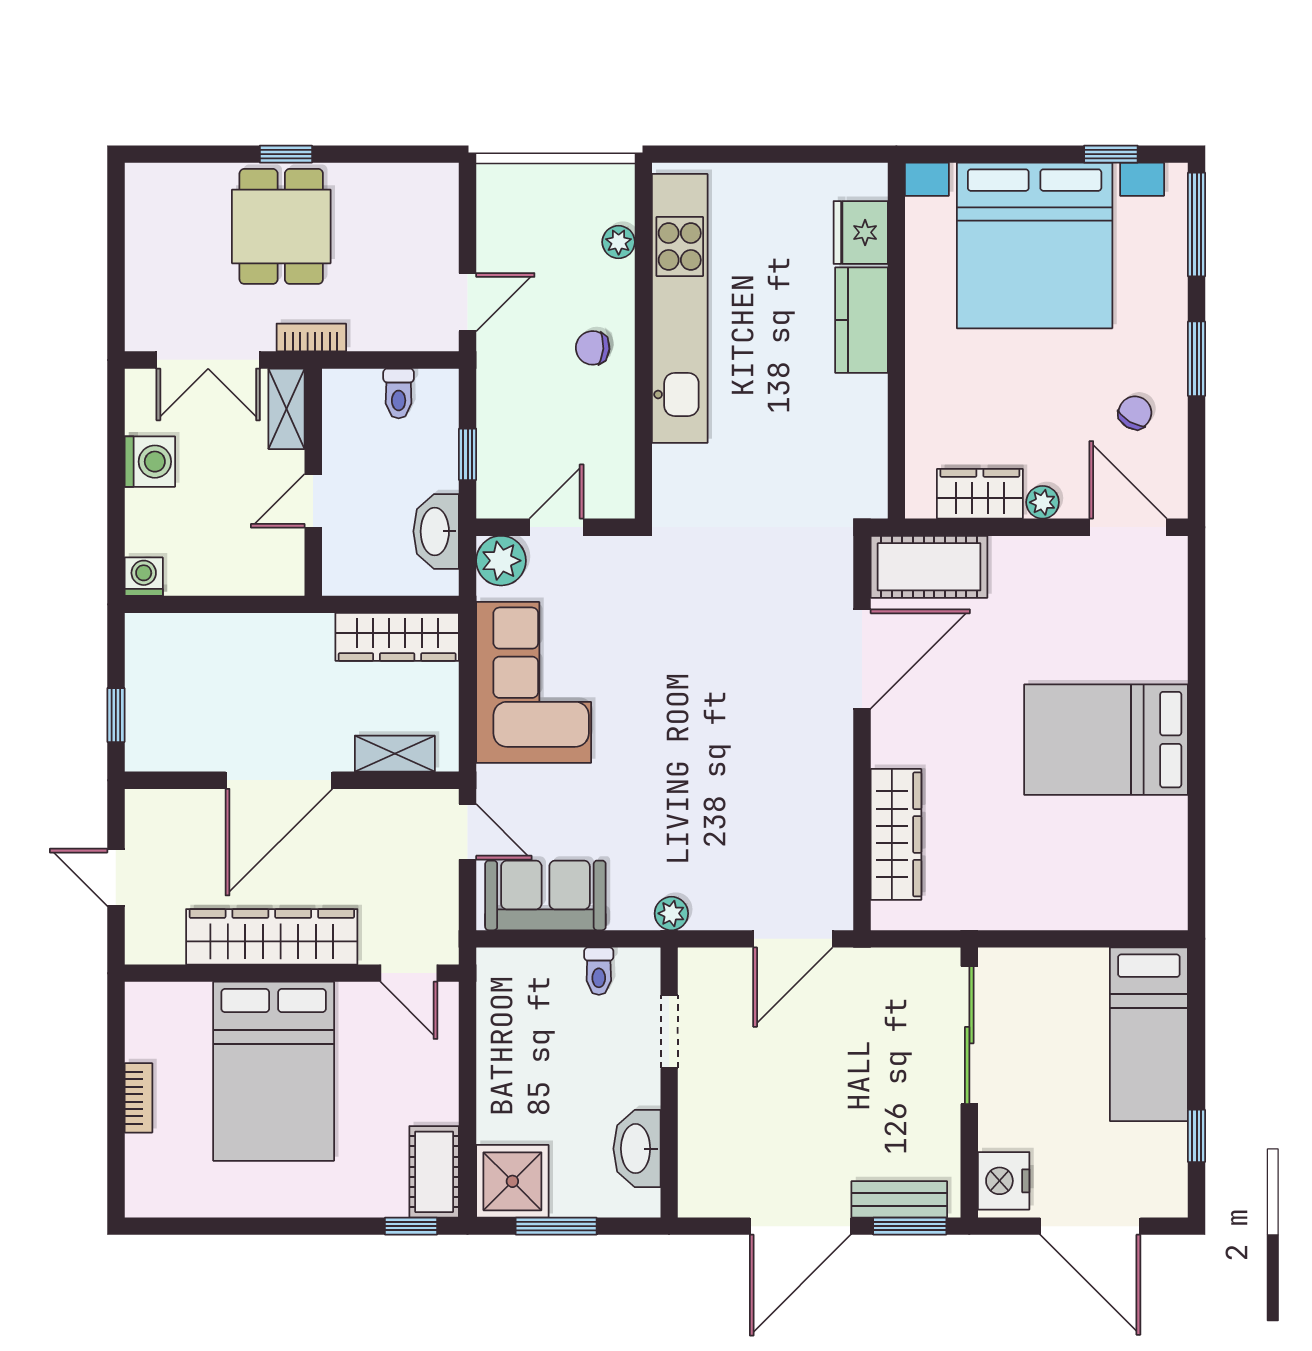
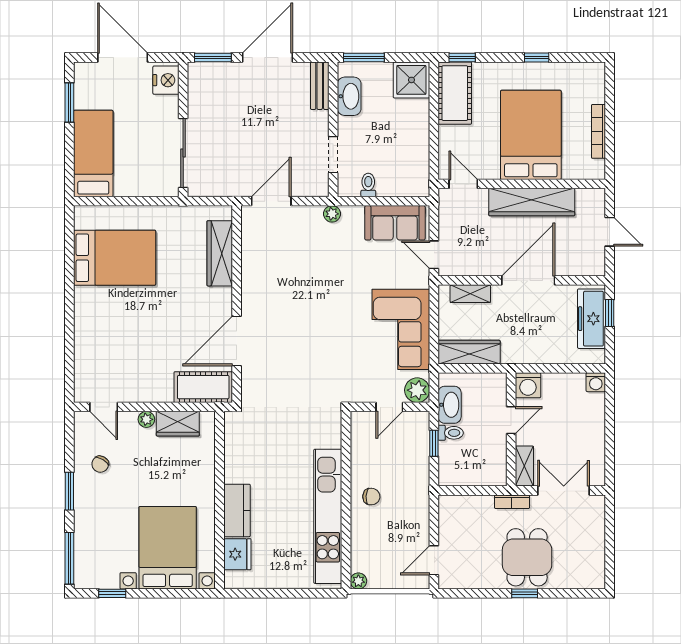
plant: (619, 242) -> (358, 581), moved
bed with nightstands: (1035, 246) -> (168, 548), width x0.73
door: (468, 302) -> (434, 560), moved
toilet: (399, 393) -> (451, 433), moved, turned 90
washing machine: (150, 462) -> (528, 385), moved, turned -90
door: (1128, 527) -> (104, 407), width x0.73
freezer: (152, 704) -> (592, 319), added
bed: (1106, 740) -> (115, 258), moved
bookcase: (138, 1098) -> (598, 131), width x1.56
window: (1197, 1136) -> (69, 103), width x1.50
cot: (434, 1172) -> (455, 93), width x1.37, depth x1.34
bench: (899, 1199) -> (320, 86), moved, turned 90
window: (262, 1226) -> (537, 57), added
window: (556, 1226) -> (364, 57), moved

